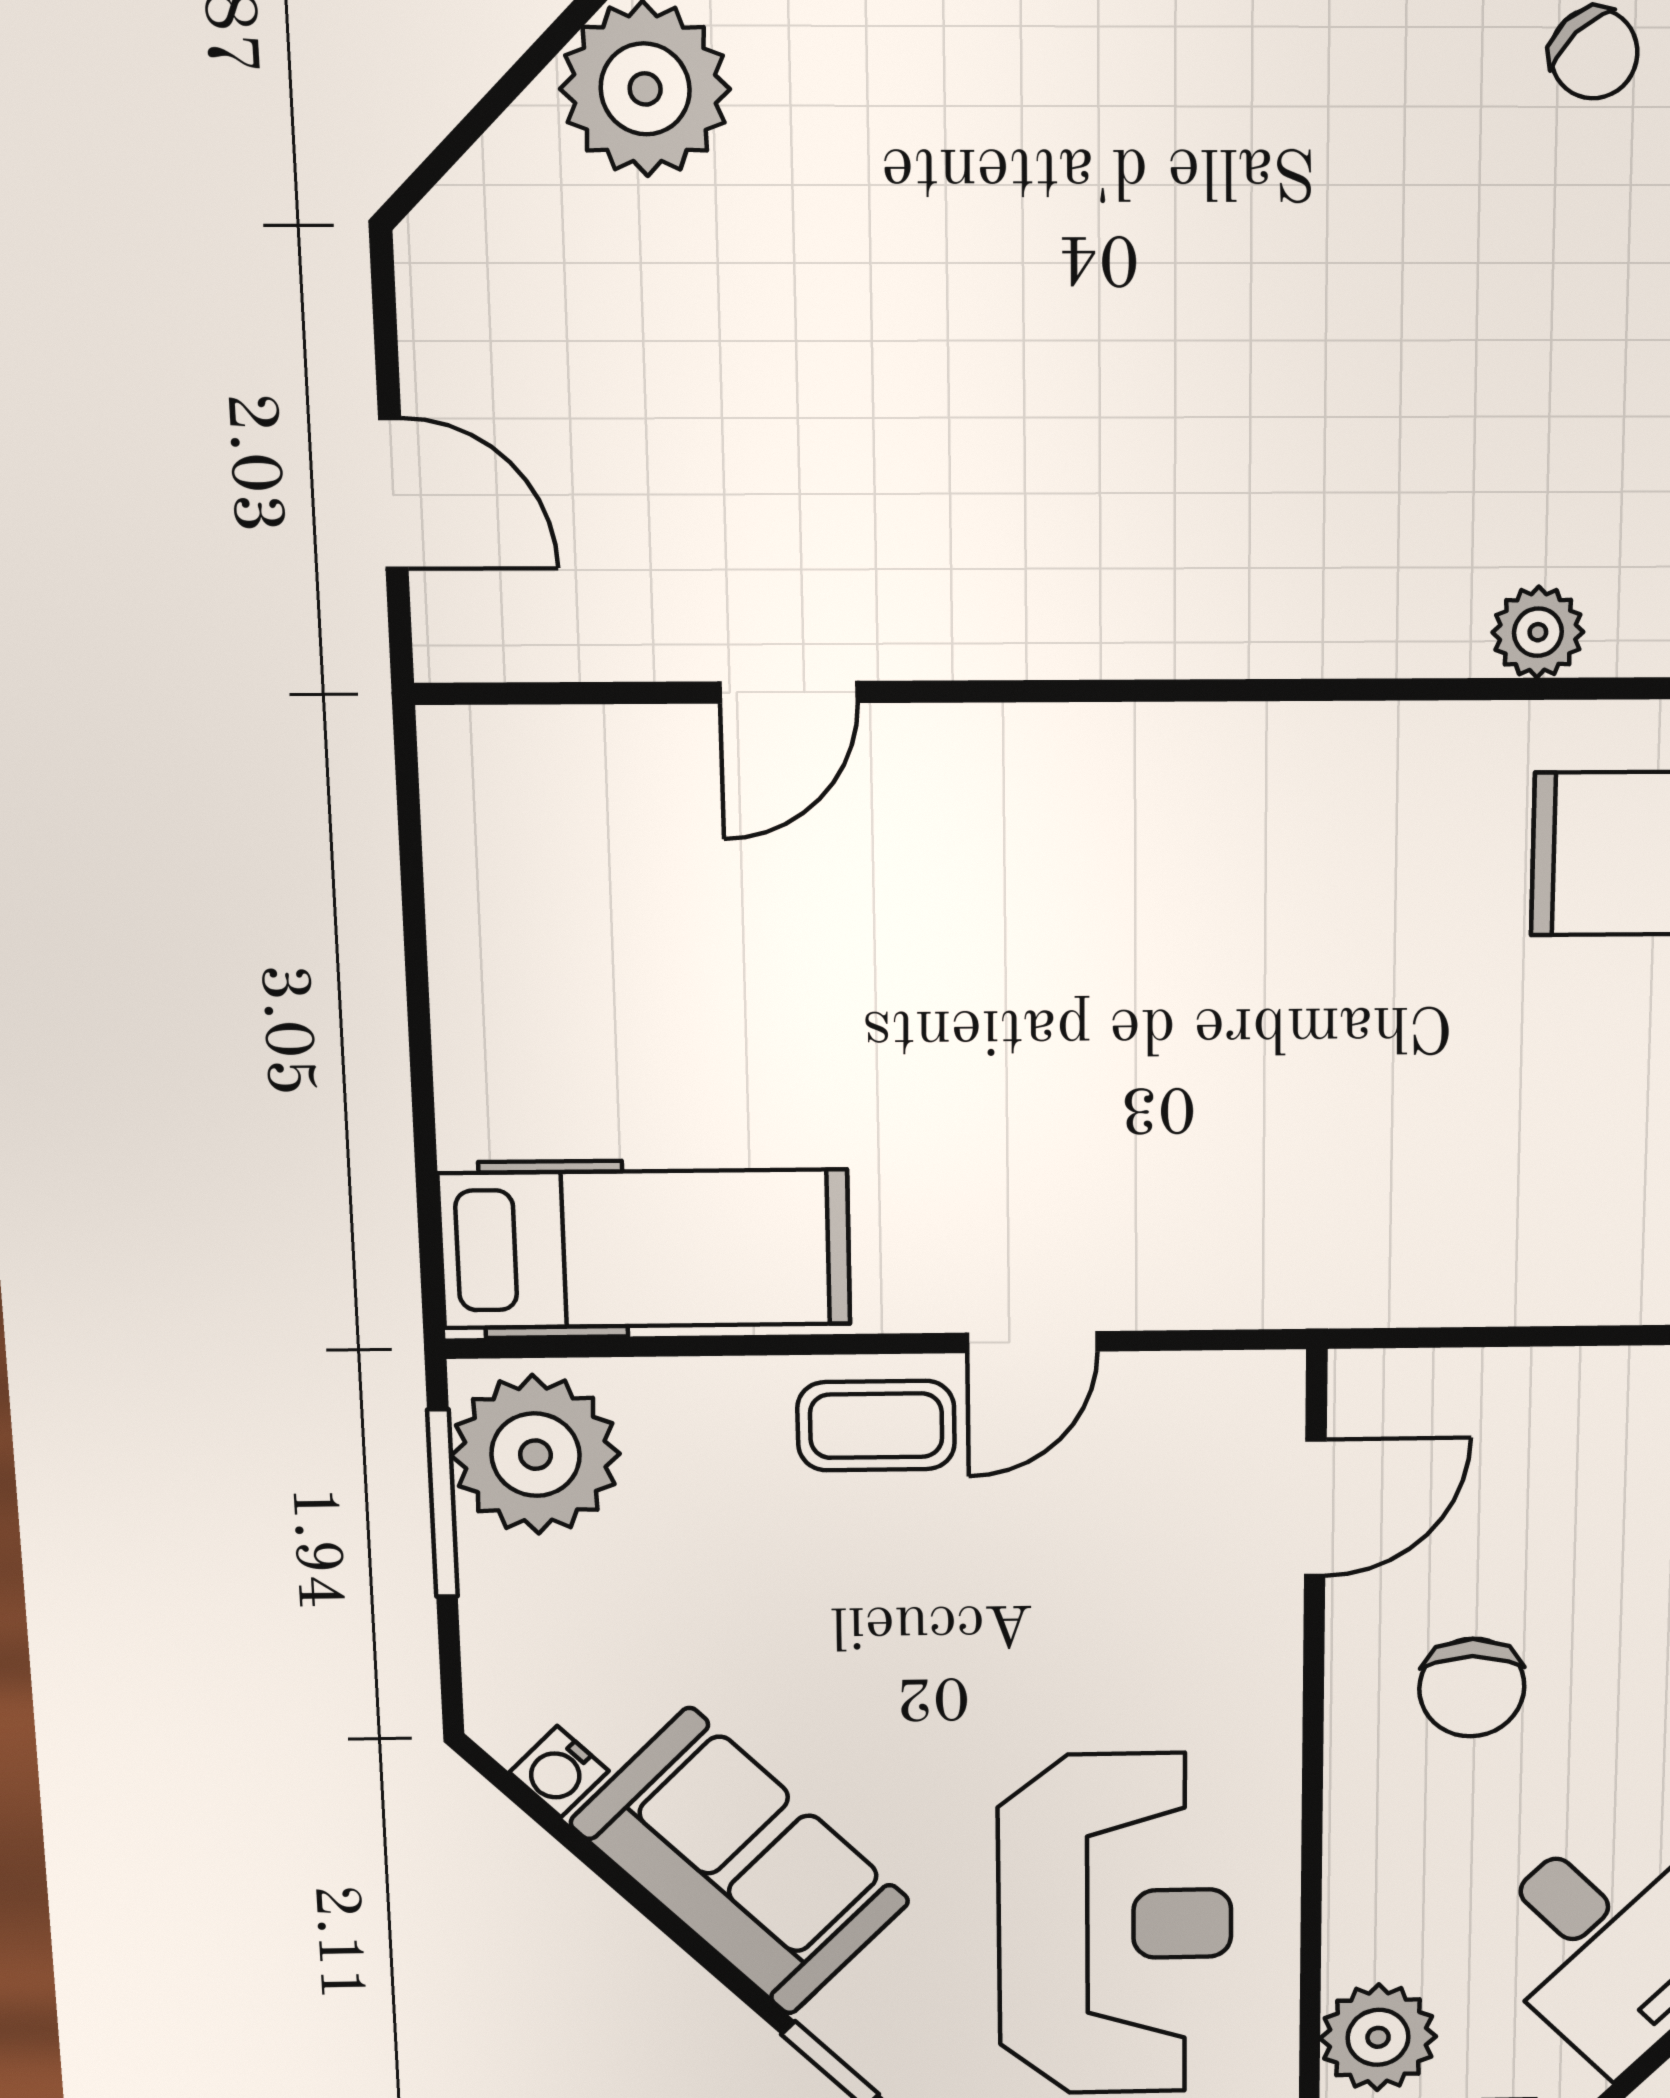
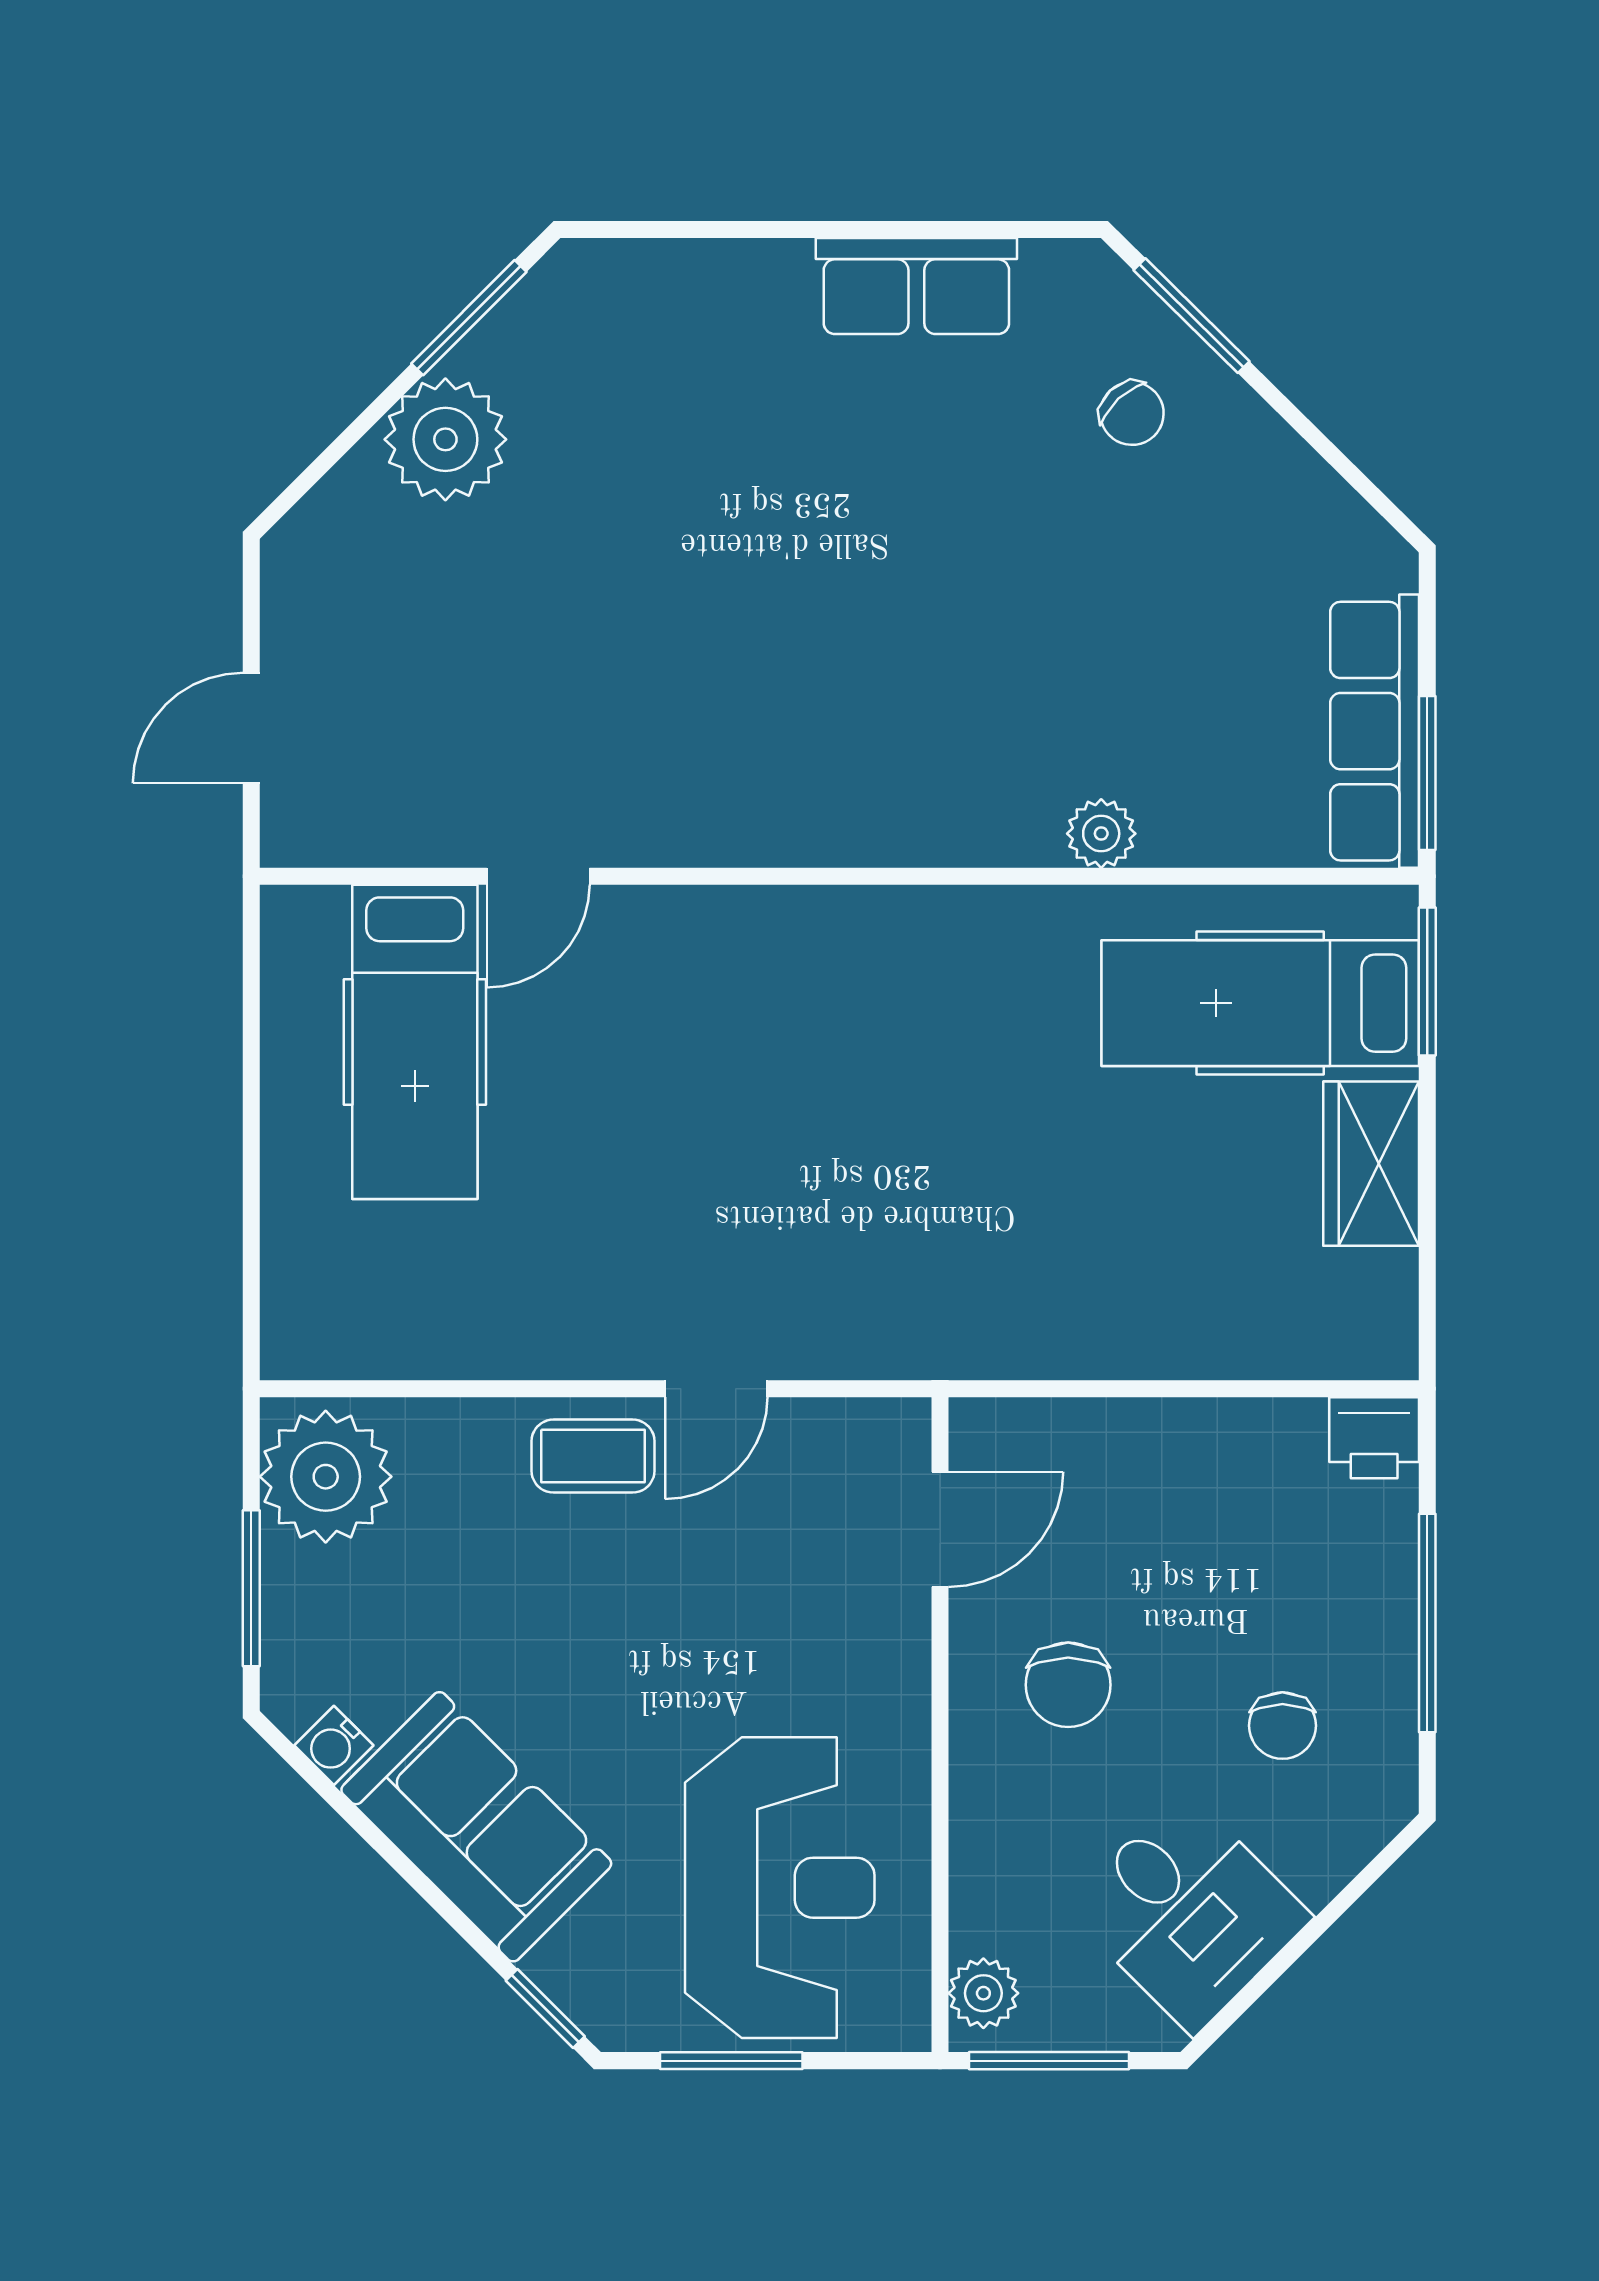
door: (393, 494) -> (251, 728), swing flipped
hospital bed: (645, 1249) -> (415, 1042), moved, turned 90
window: (443, 1503) -> (251, 1588), moved
plant: (1378, 2037) -> (983, 1993), width x0.73, depth x0.73

